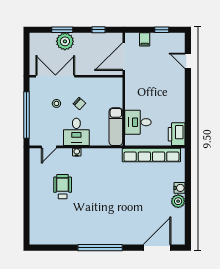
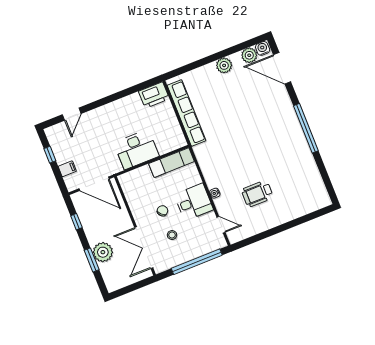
desk: (138, 122) -> (136, 149), moved, width x1.37
water cooler: (179, 188) -> (263, 48), moved
plant: (178, 225) -> (249, 55), added

